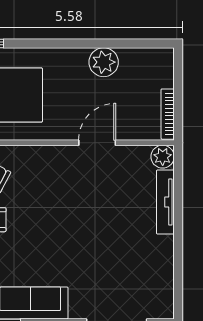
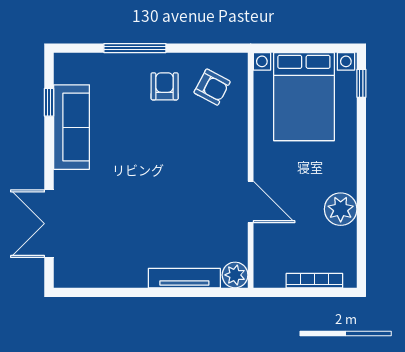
bookcase: (168, 114) -> (314, 281), moved

